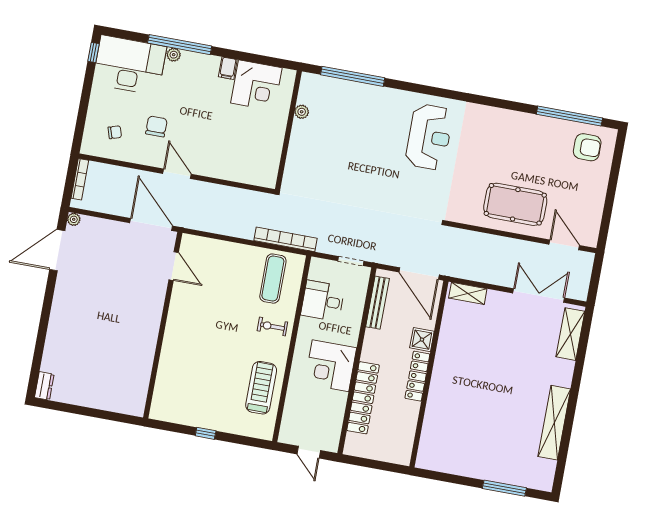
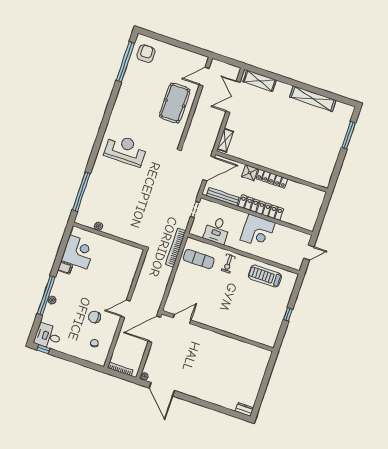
desk: (129, 65) -> (48, 336), width x0.53, depth x0.77
locker: (363, 398) -> (261, 208), moved

